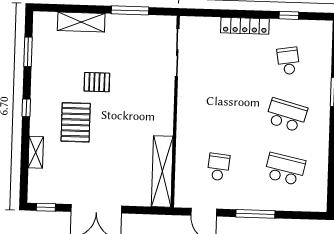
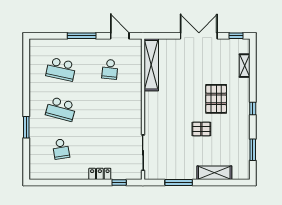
window: (289, 15) -> (119, 183), moved
locker: (245, 26) -> (100, 174), width x0.66
shelving: (36, 152) -> (245, 66), moved

